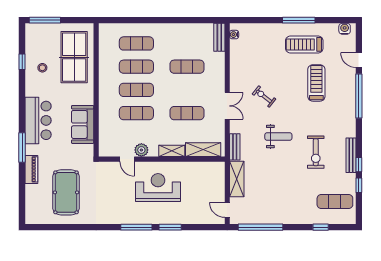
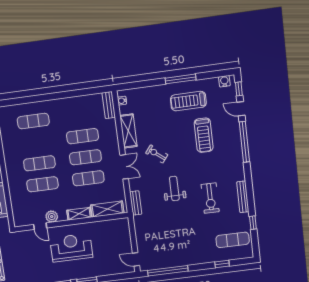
exercise mat: (136, 67) -> (85, 157), moved
treadmill: (316, 83) -> (204, 135), turned 180
weight bench: (278, 137) -> (174, 188), turned -90
window: (359, 165) -> (239, 89), moved
shelving: (237, 179) -> (128, 131), moved

